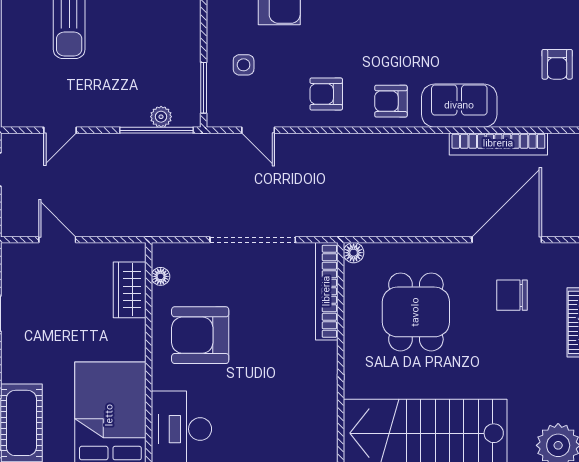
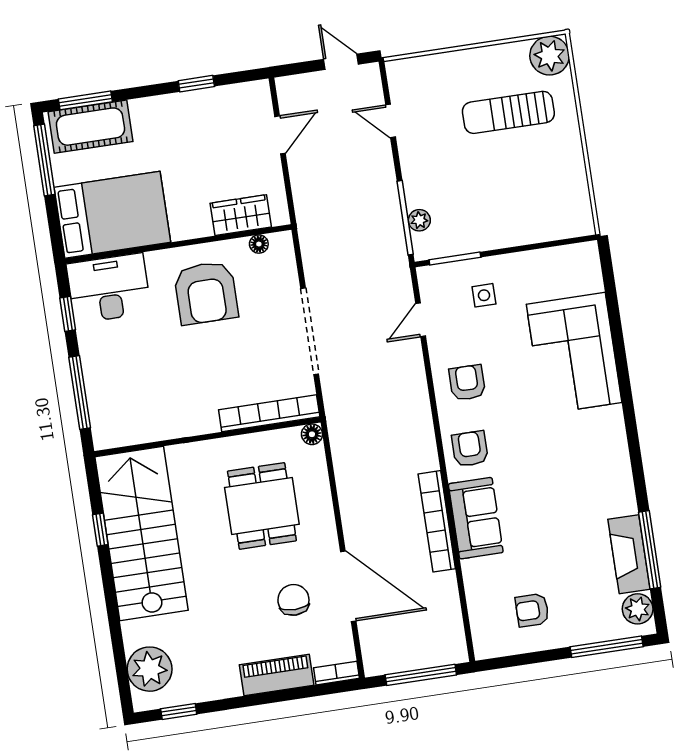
bookcase: (498, 144) -> (437, 521), moved
dining table: (416, 312) -> (262, 506), turned 90
armchair: (200, 335) -> (206, 293), turned 180

